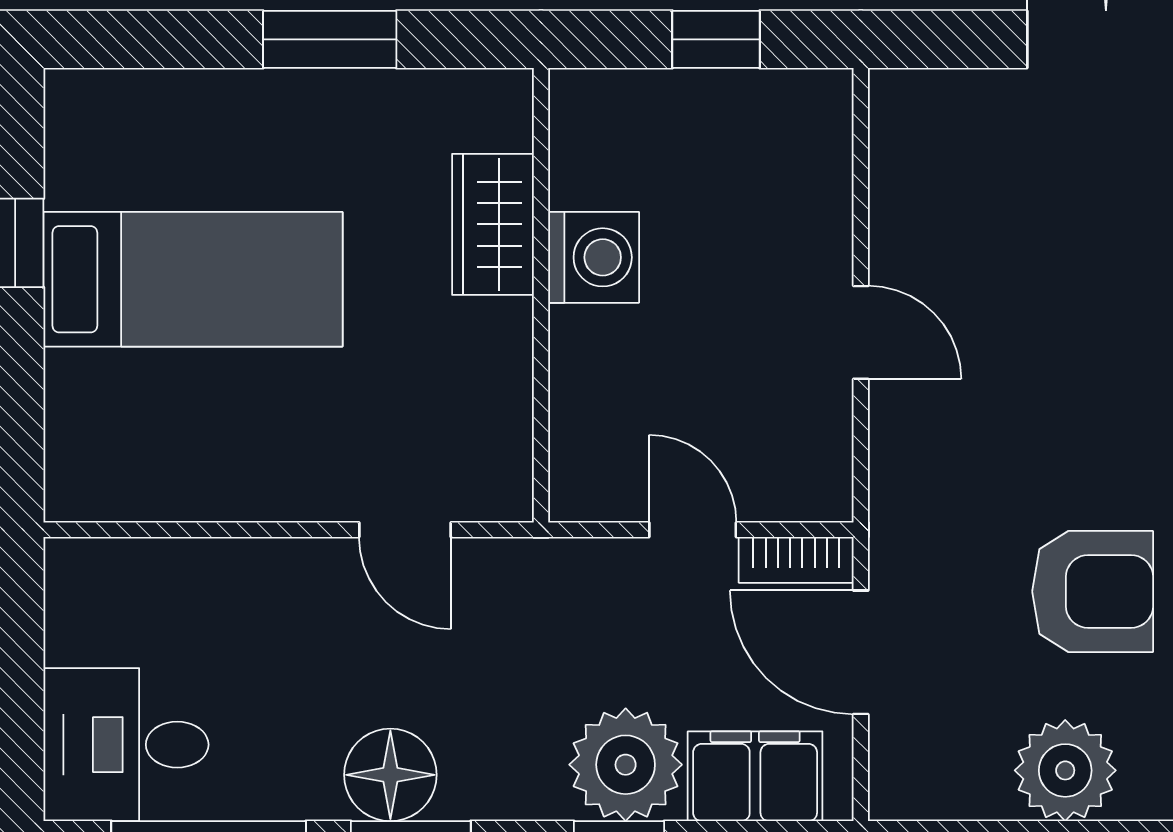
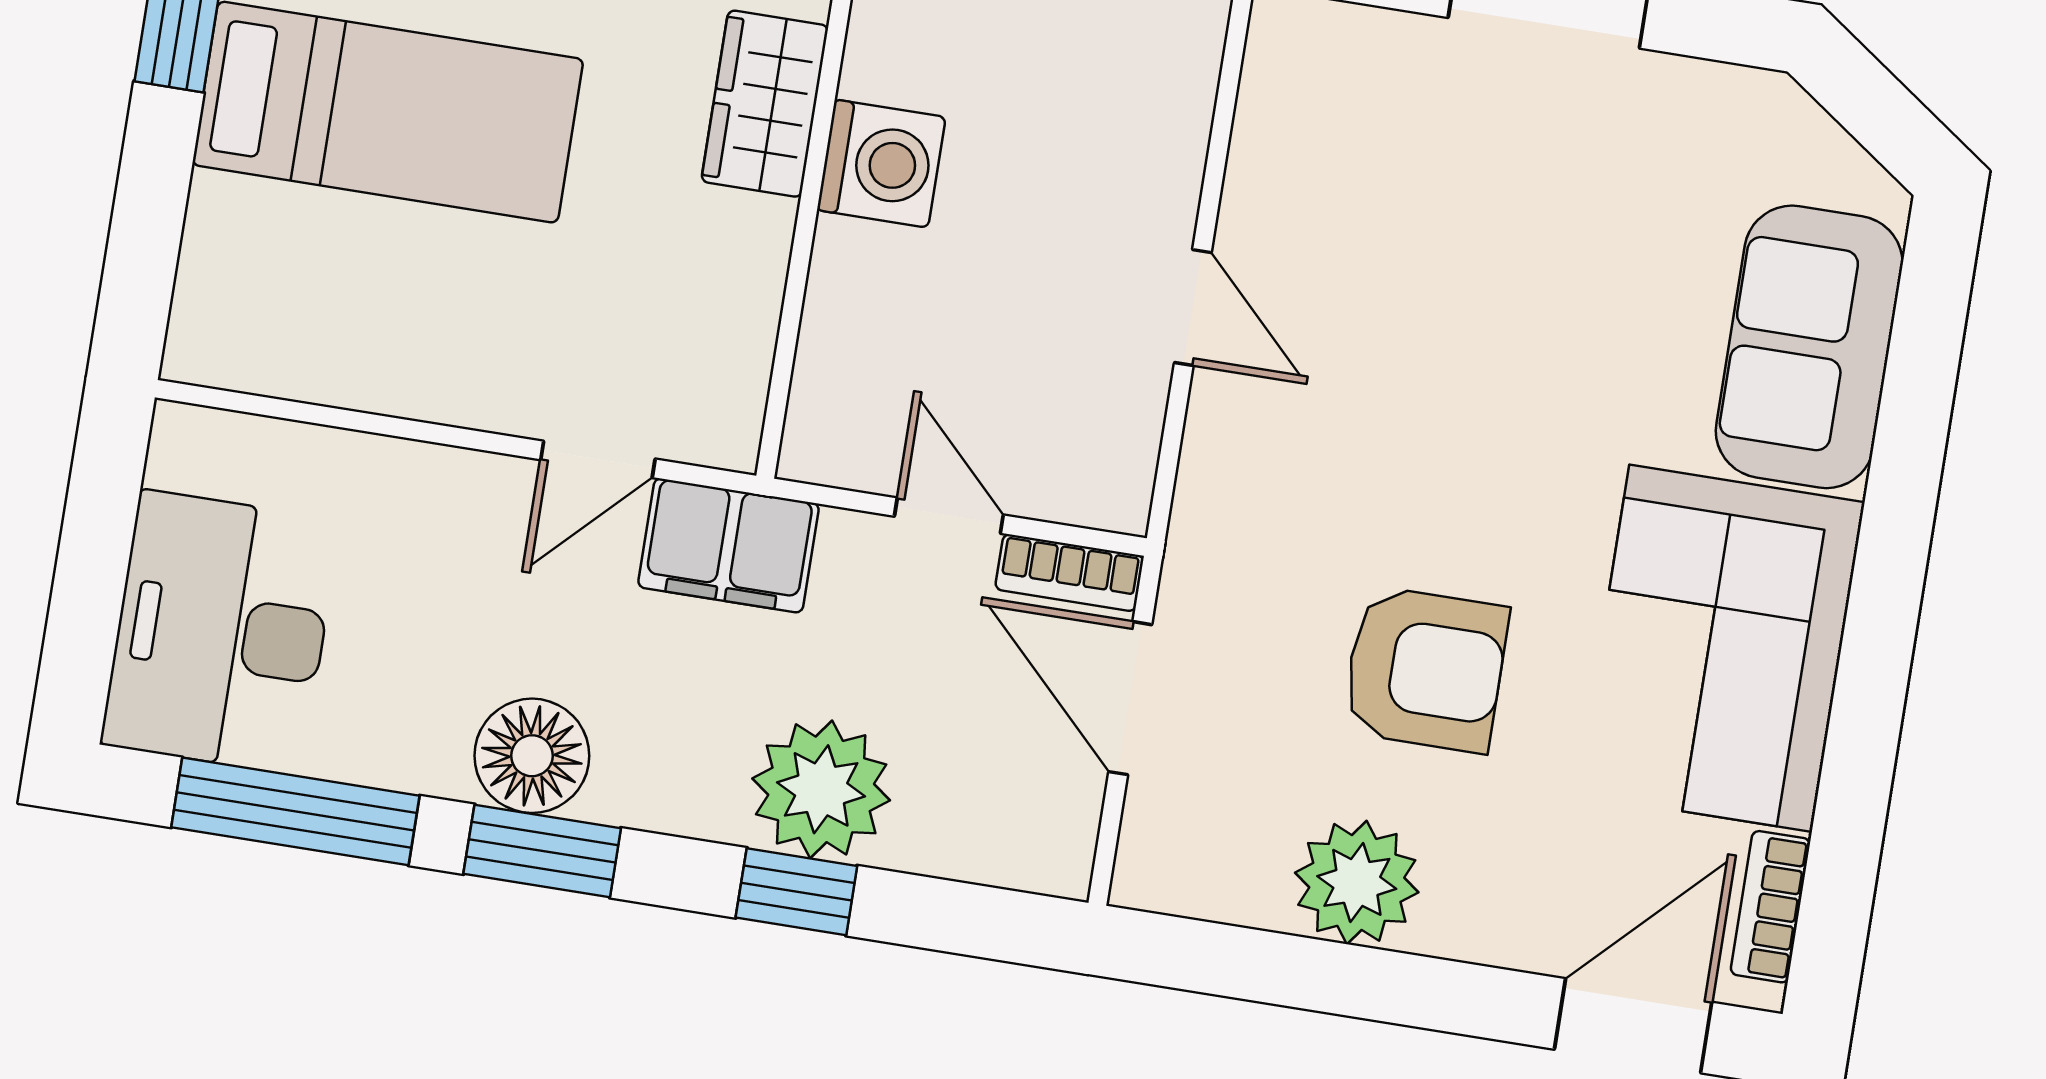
door: (405, 530) -> (598, 459), hinge flipped
desk: (126, 745) -> (221, 632), width x1.37
filing cabinet: (755, 776) -> (728, 545), moved, turned 180

